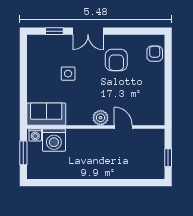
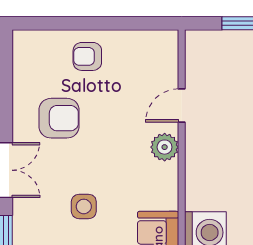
armchair: (155, 54) -> (87, 56), moved

